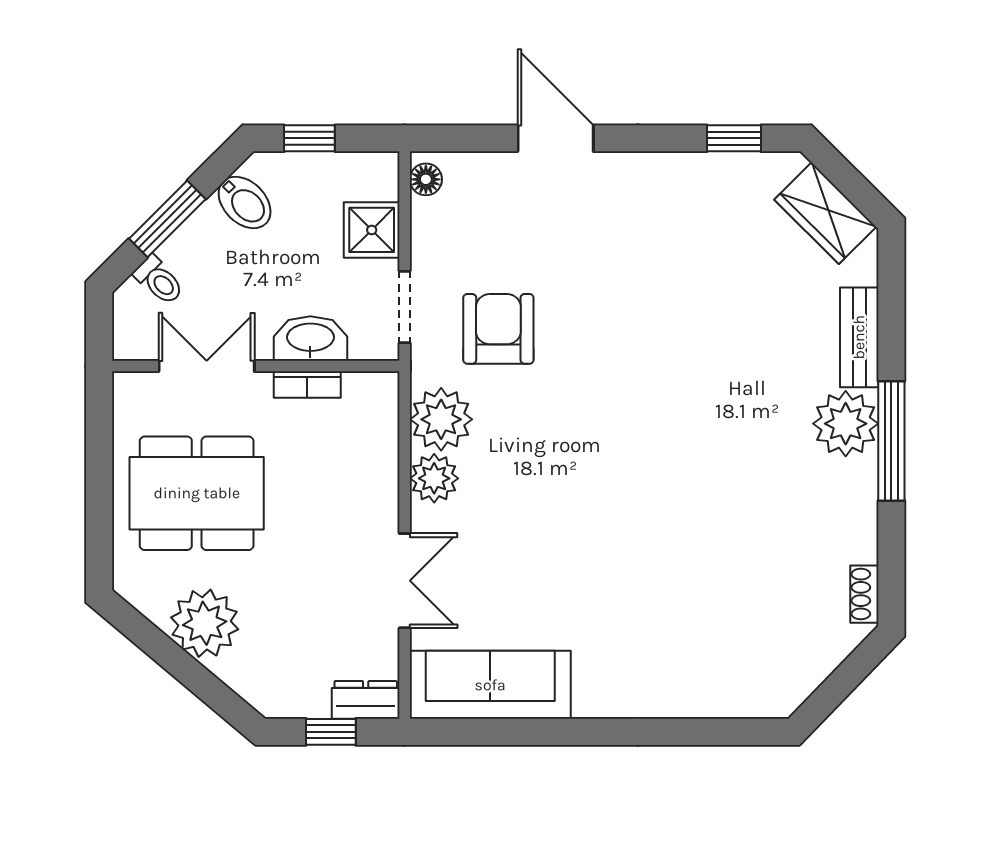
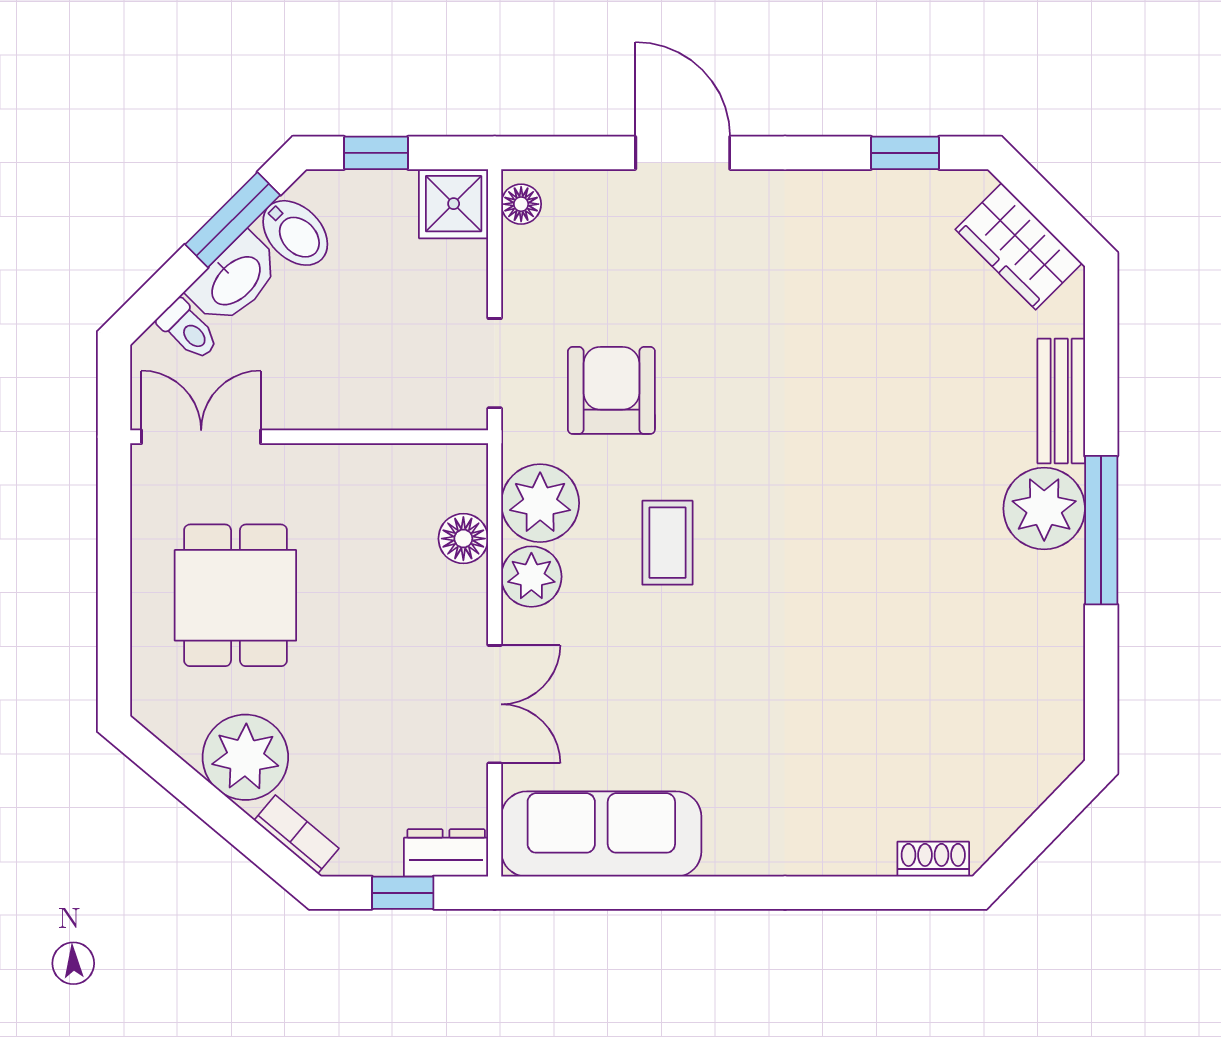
window: (167, 219) -> (233, 220), moved
shower: (372, 230) -> (454, 204), moved
washbasin: (310, 339) -> (235, 280), moved, turned 135
double door: (207, 366) -> (201, 437), moved
bookcase: (307, 385) -> (296, 834), moved, turned -140
floor lamp: (380, 448) -> (463, 539), added
coffee table: (543, 451) -> (667, 543), added
dining table: (197, 493) -> (235, 595), width x0.73
shoe rack: (864, 594) -> (933, 859), moved, turned 90

